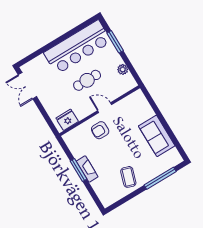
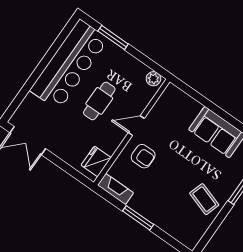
plant: (123, 69) -> (153, 79), moved
armchair: (100, 130) -> (143, 156), turned -90
fireplace: (87, 169) -> (115, 189), moved

